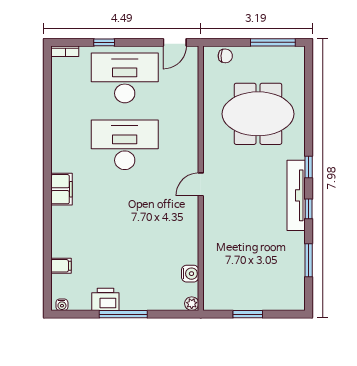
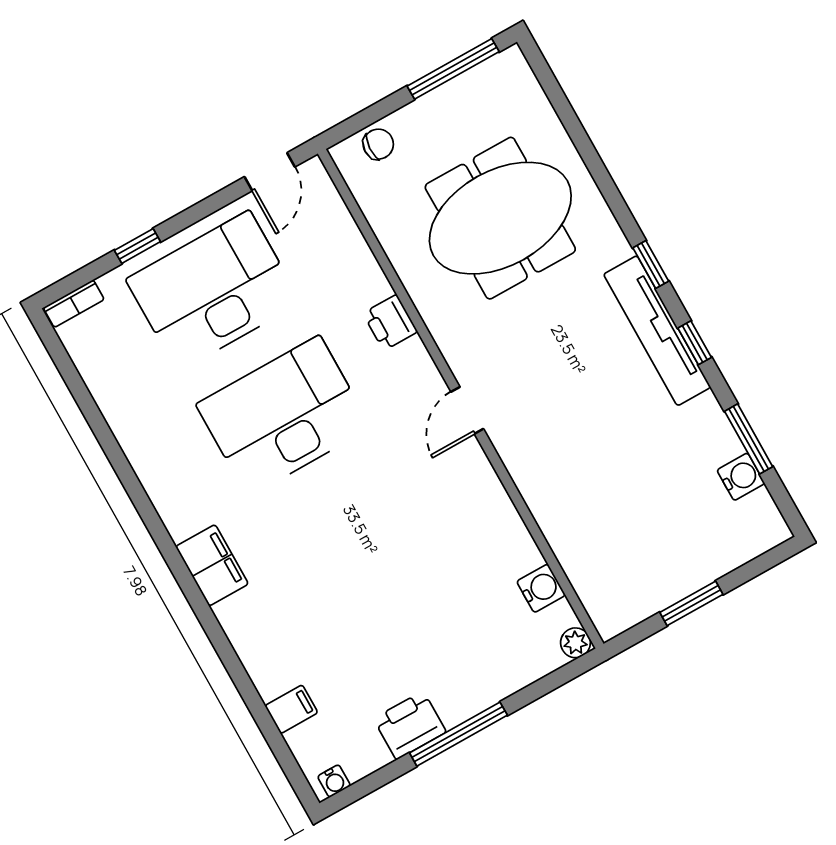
printer: (189, 131) -> (390, 323), added
water cooler: (297, 274) -> (741, 477), added

